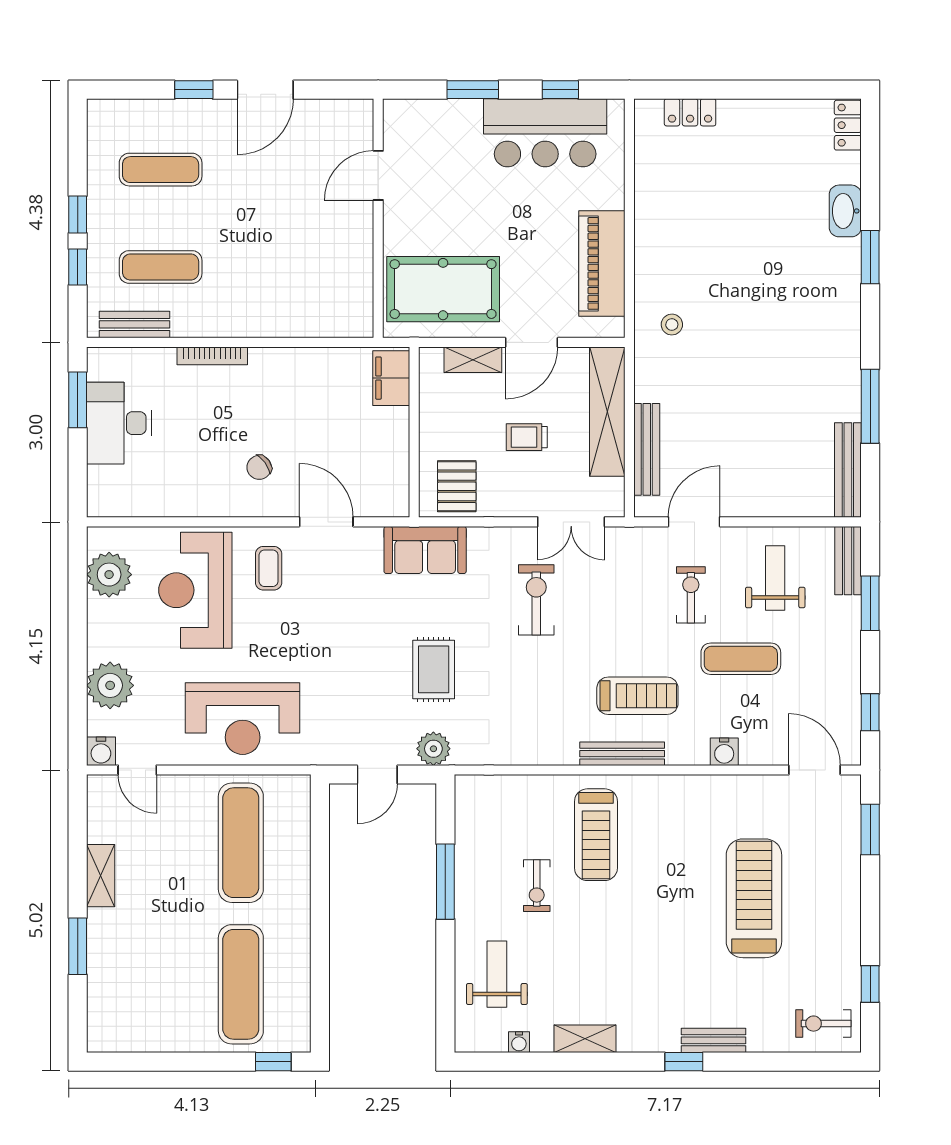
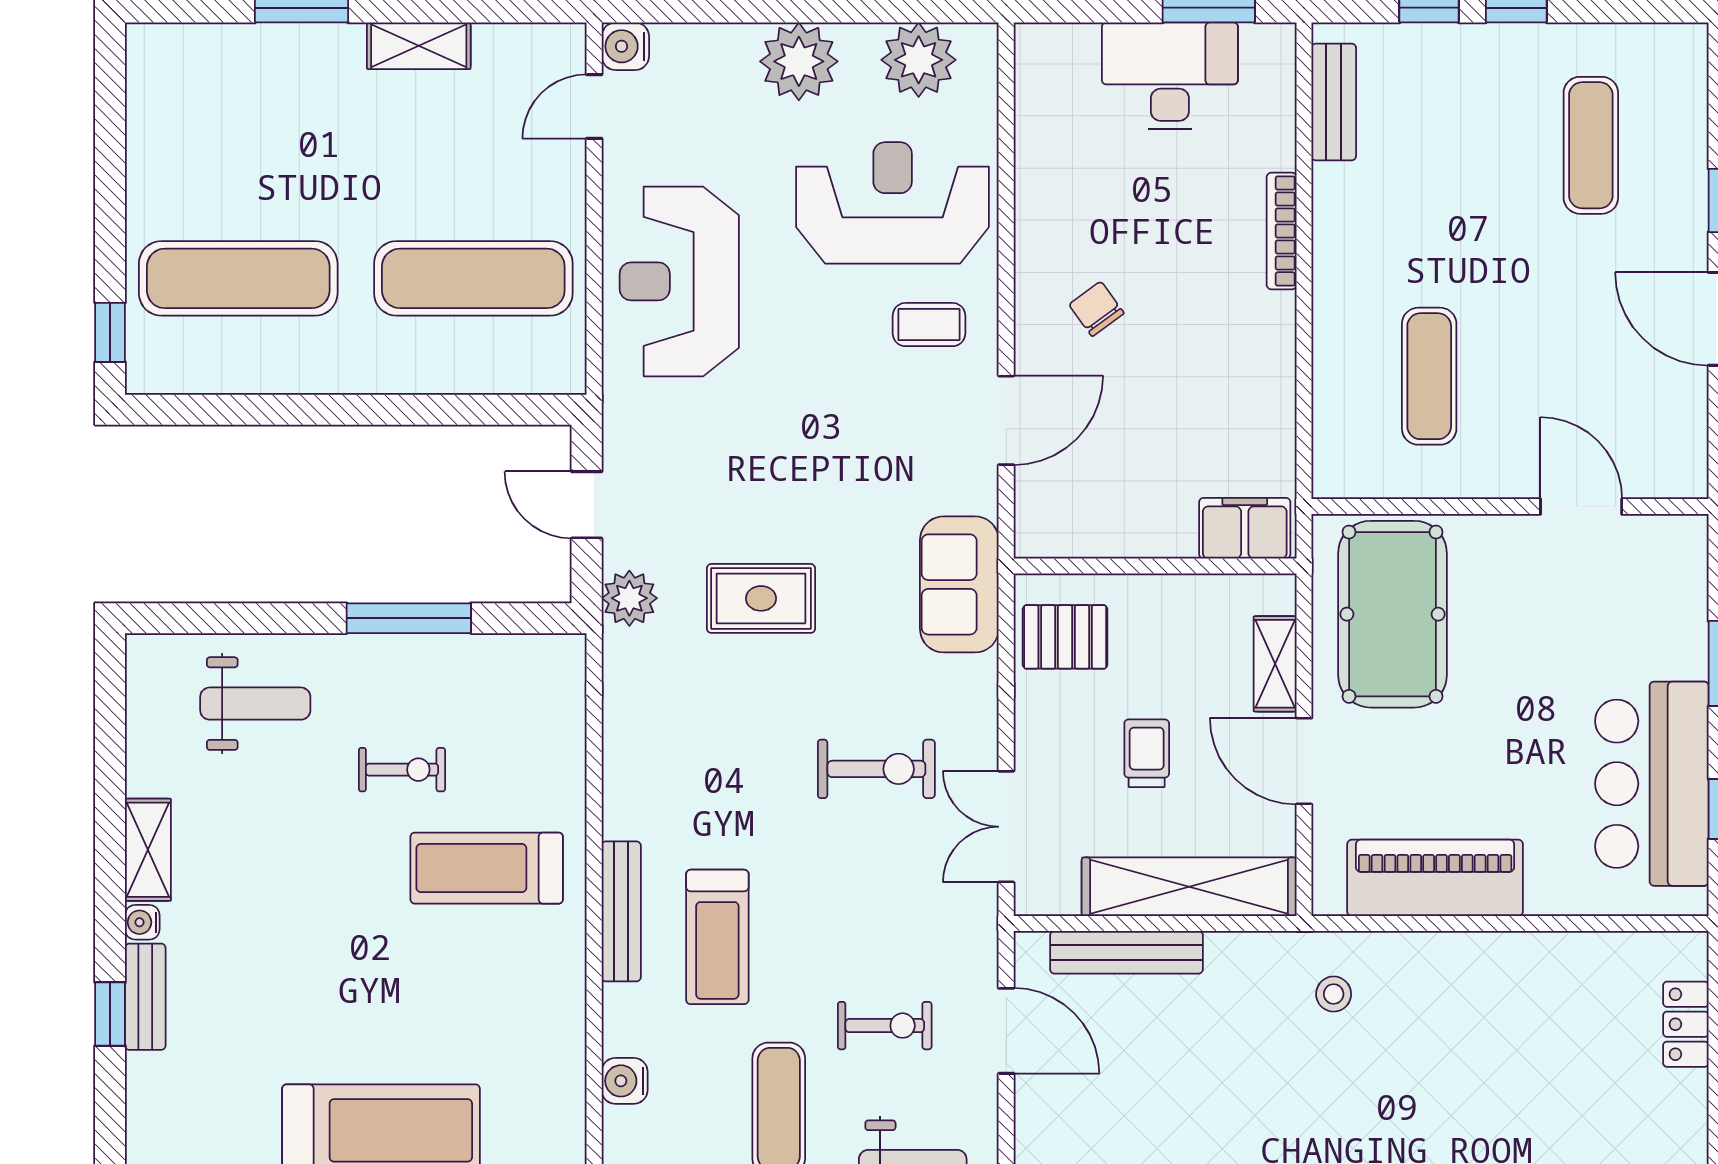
exercise mat: (161, 267) -> (1429, 376), moved
plant: (110, 685) -> (799, 61), moved
exercise bike: (537, 886) -> (402, 770), turned 180
bench: (713, 1040) -> (145, 997), moved
water cooler: (519, 1042) -> (142, 922), moved

